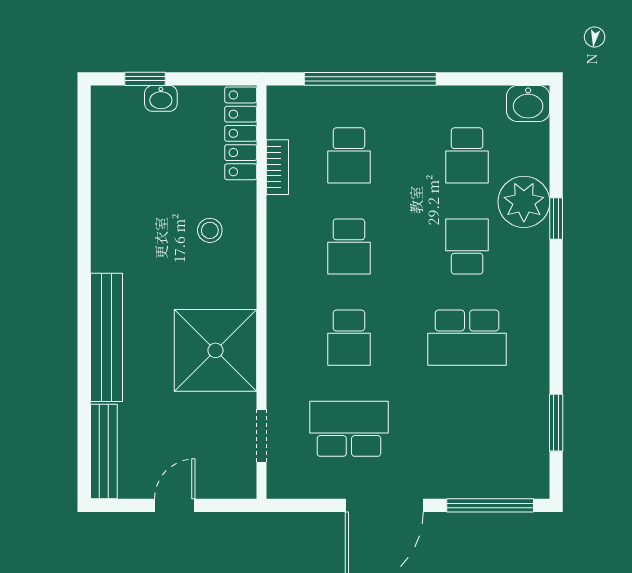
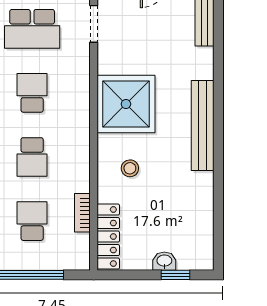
school desk: (349, 247) -> (32, 157), turned 180
bench: (107, 337) -> (203, 126), moved
shower: (215, 350) -> (126, 104), moved

